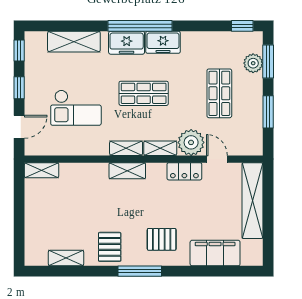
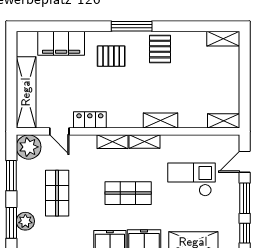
window: (19, 88) -> (245, 198), width x1.50
plant: (191, 142) -> (29, 147), moved
shelving: (127, 171) -> (161, 120), moved
shelving: (66, 258) -> (223, 39), moved

